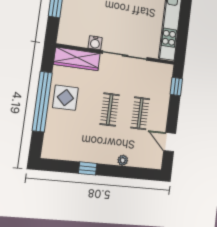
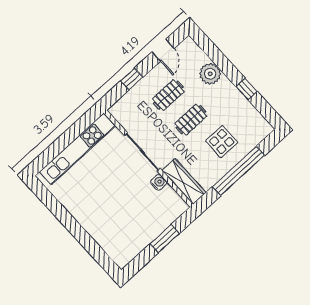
window: (176, 86) -> (132, 79), moved
display table: (65, 98) -> (222, 142), moved
plant: (123, 160) -> (210, 74), width x1.88, depth x1.88

